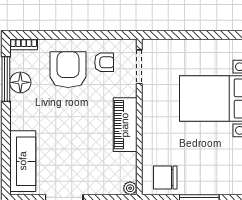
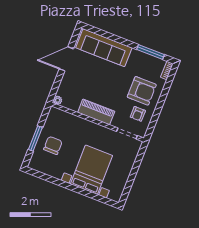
floor lamp: (20, 82) -> (145, 60), removed
sofa: (23, 161) -> (104, 48), width x1.36, depth x1.27
chair: (165, 177) -> (53, 145), moved

